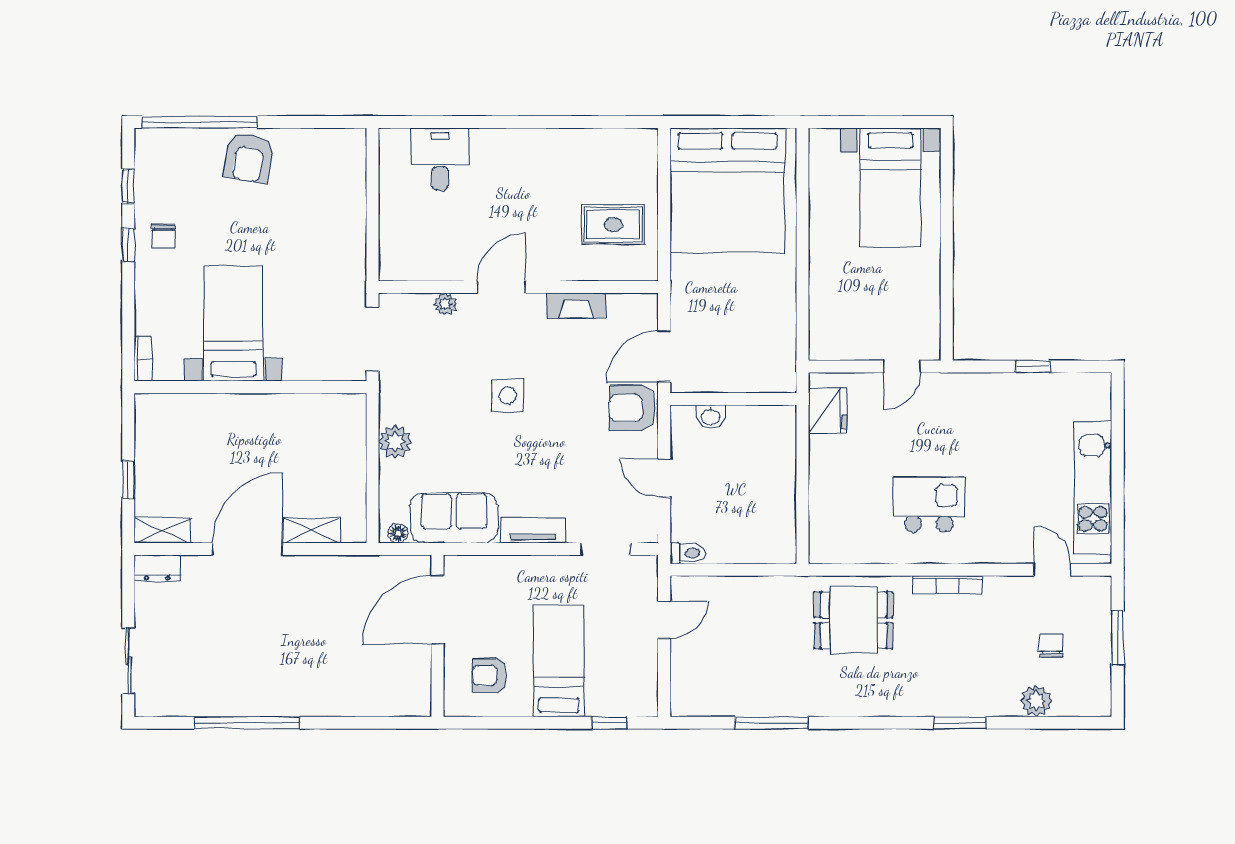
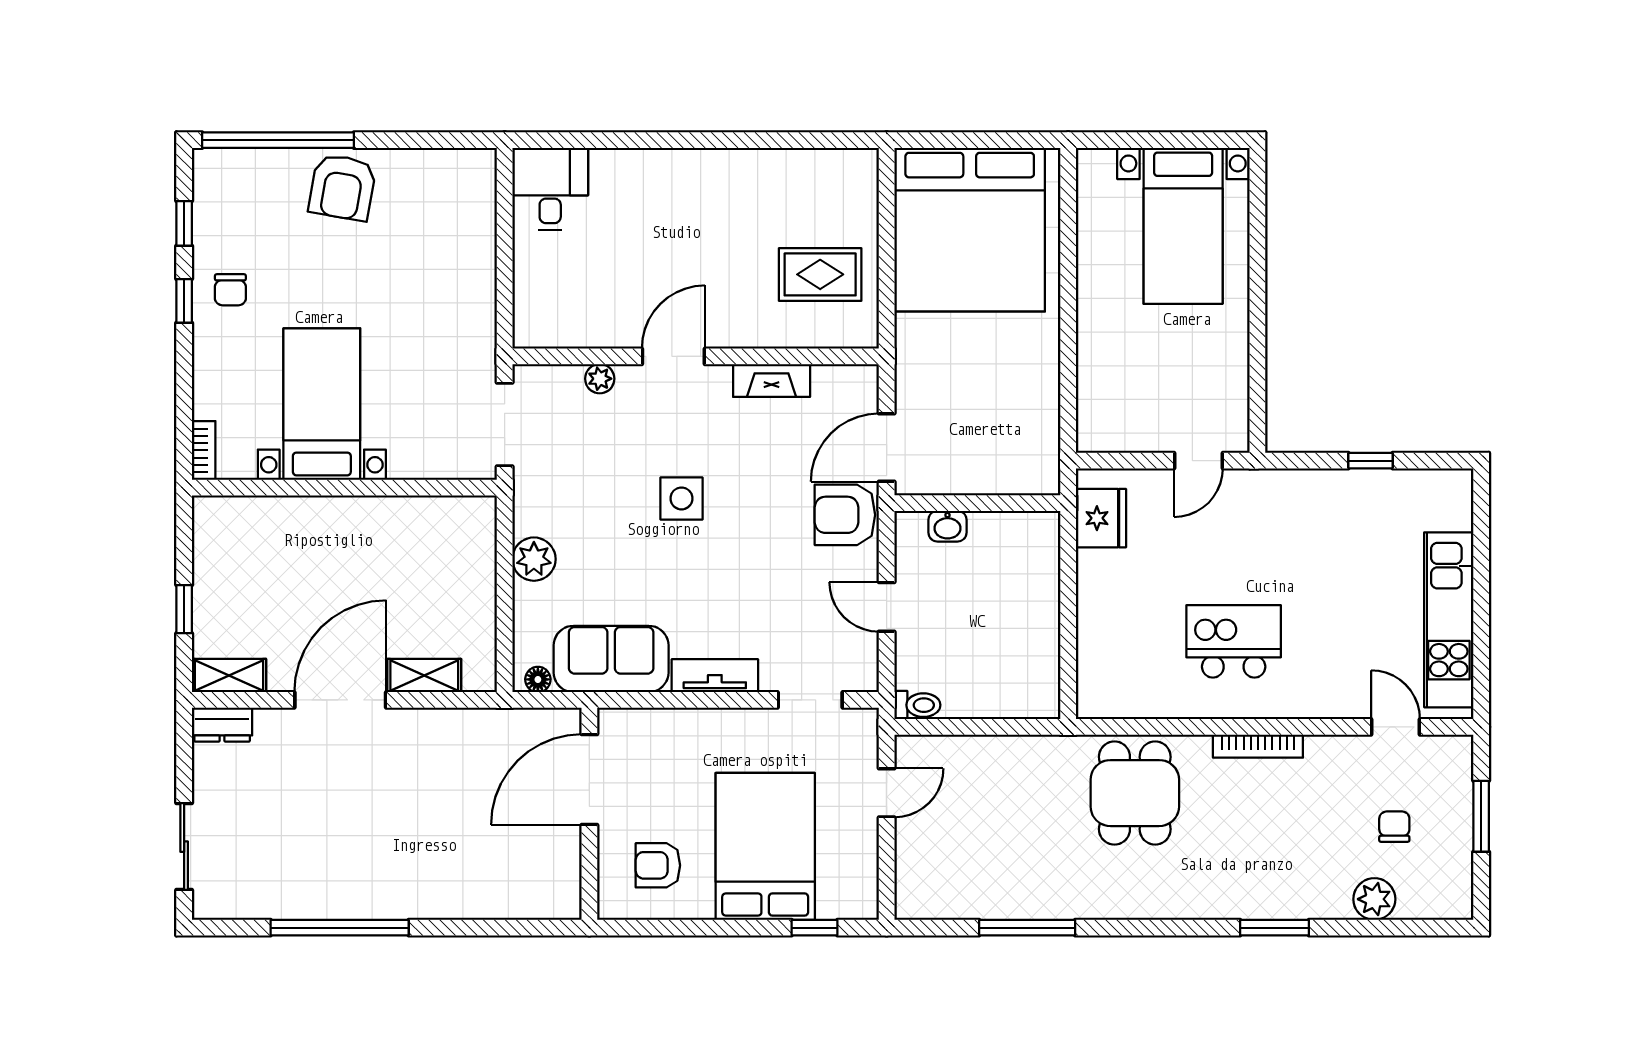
desk: (440, 159) -> (550, 189), moved
dining table: (853, 620) -> (1135, 793), turned 90
bed: (559, 661) -> (765, 846), width x1.50

